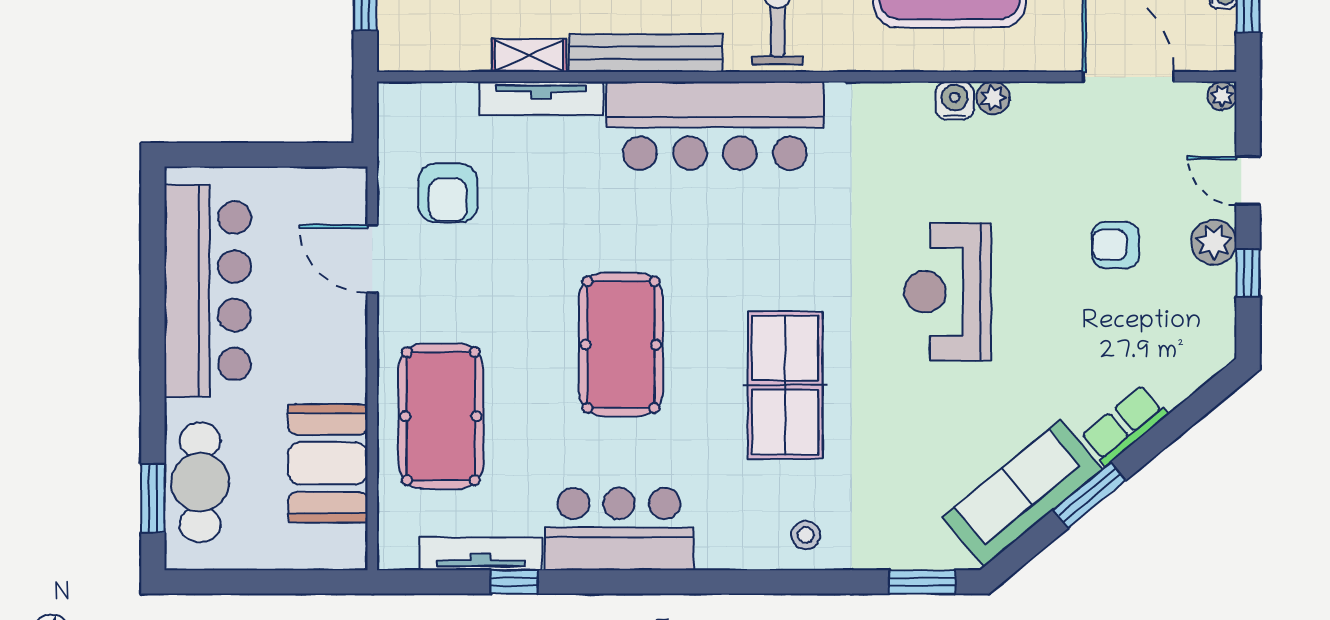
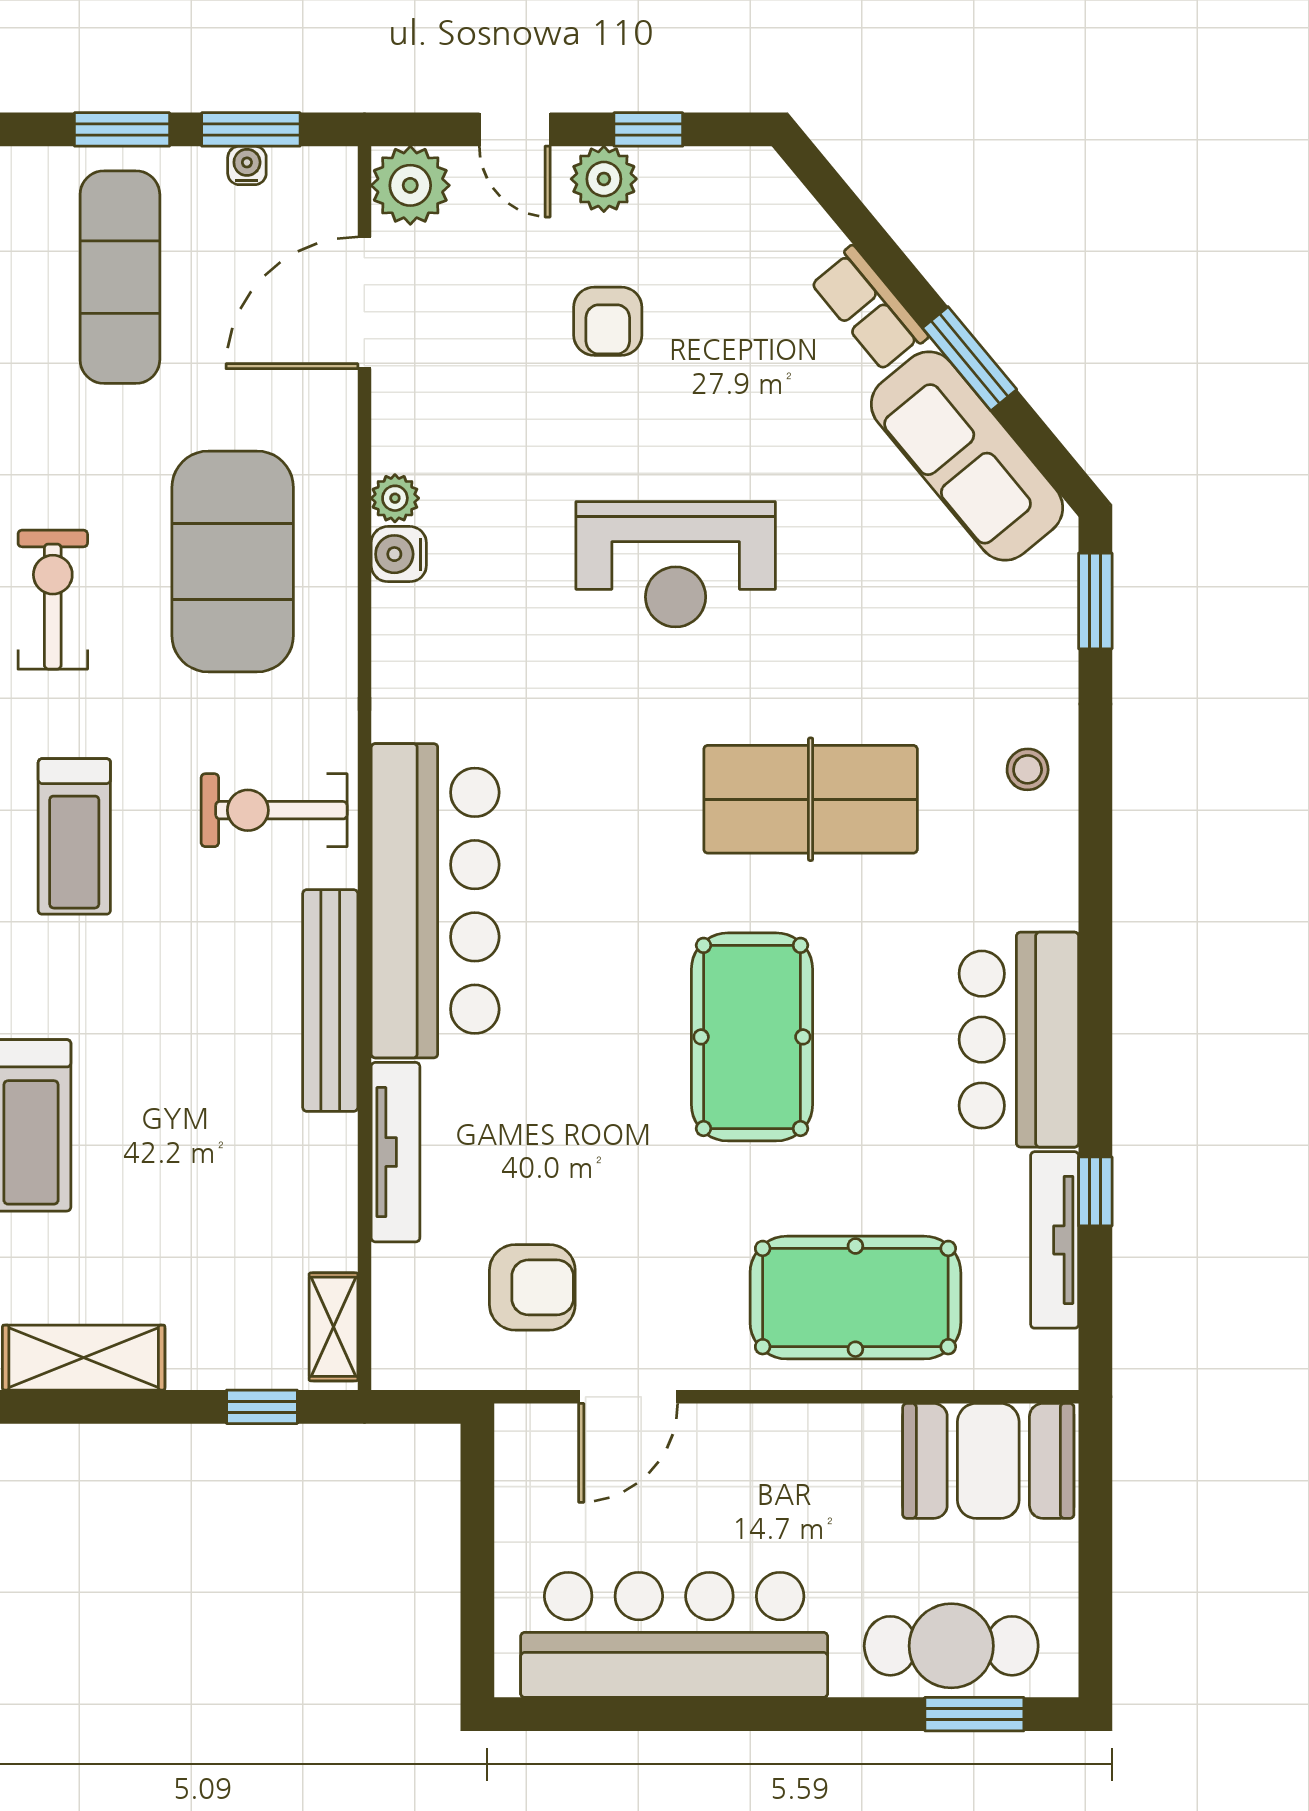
shelving: (529, 55) -> (333, 1327), moved
plant: (1222, 96) -> (410, 185), width x1.87, depth x1.87
door: (1248, 181) -> (515, 129), hinge flipped
pool table: (621, 345) -> (752, 1037), turned 90
booth: (328, 463) -> (988, 1461), moved

